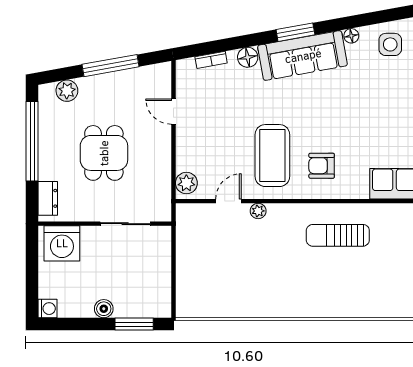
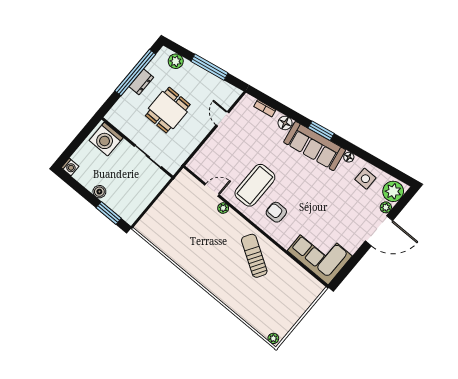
plant: (186, 183) -> (198, 162), removed
dresser: (48, 198) -> (141, 82), moved
sun lounger: (338, 235) -> (254, 256), turned 32

